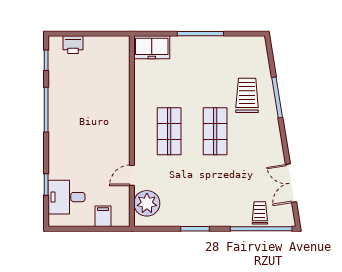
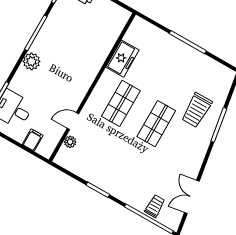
freezer: (152, 47) -> (122, 59), moved, turned -90
trolley: (247, 95) -> (197, 110), turned 180
plant: (58, 140) -> (32, 61), added
plant: (147, 203) -> (70, 142), width x0.53, depth x0.53

